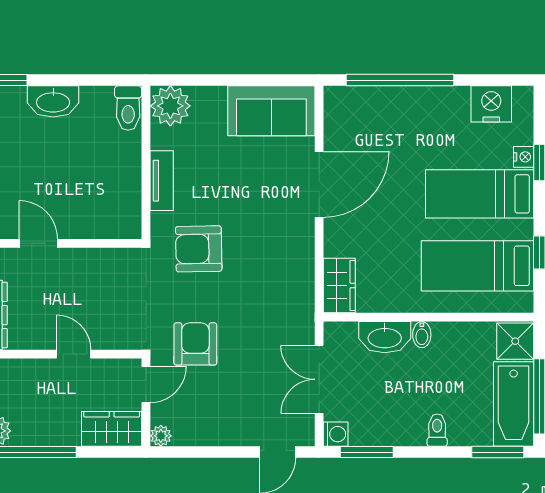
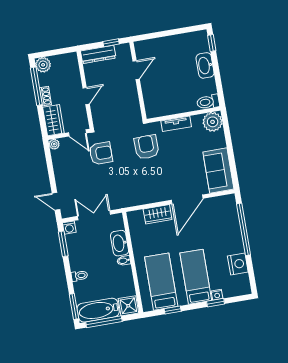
nightstand: (491, 104) -> (238, 264), moved
door: (319, 184) -> (187, 199), hinge flipped
wardrobe: (339, 286) -> (158, 214), moved
shoe rack: (60, 437) -> (45, 96), added

